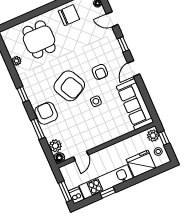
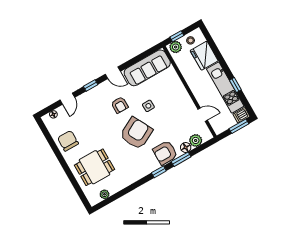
plant: (16, 61) -> (104, 194), moved
armchair: (100, 72) -> (120, 105), turned 89
window: (23, 94) -> (159, 172), moved
floor lamp: (59, 158) -> (186, 147), moved

